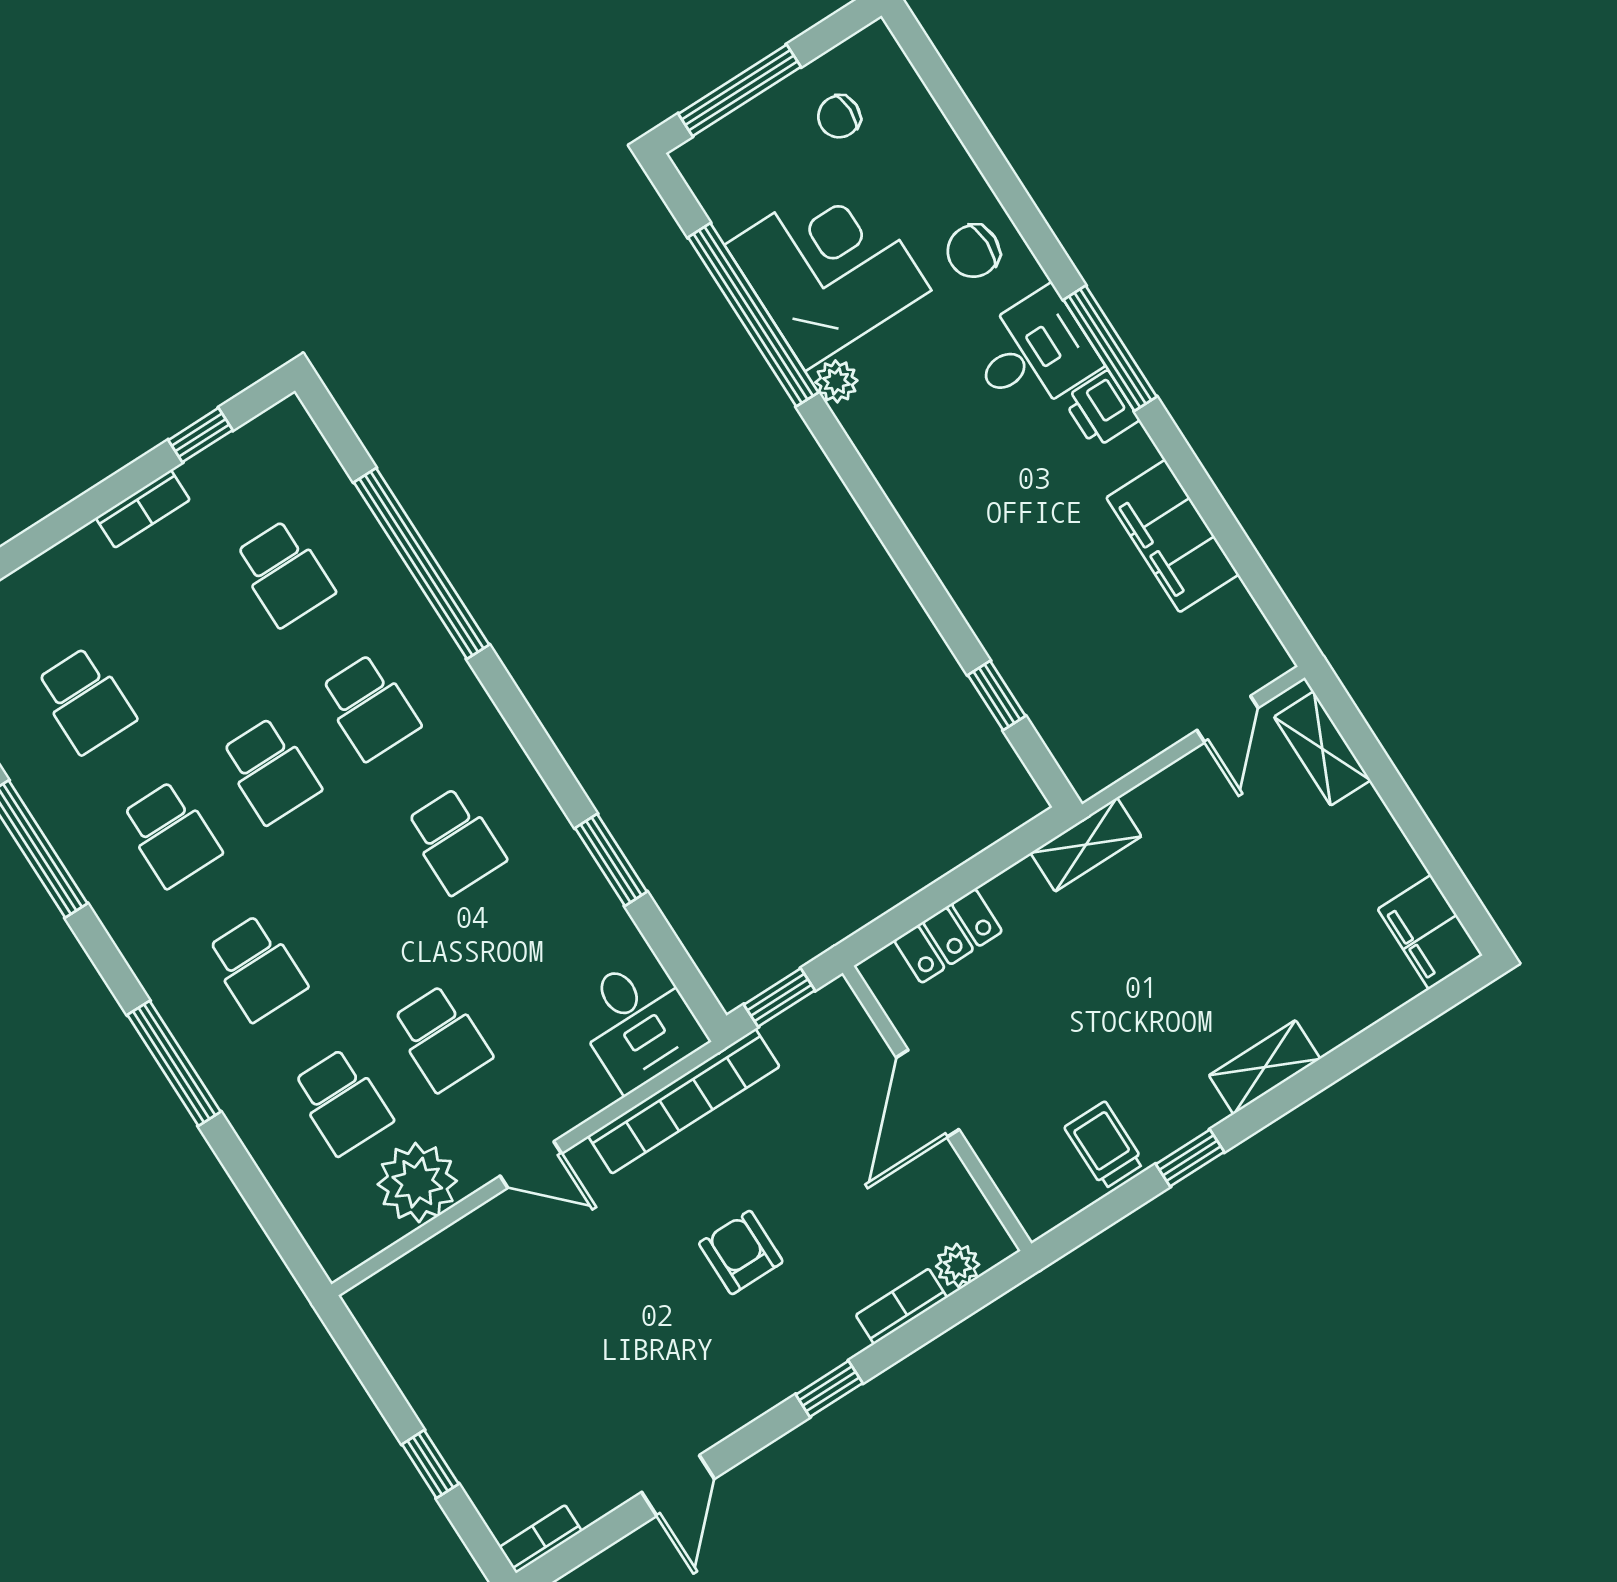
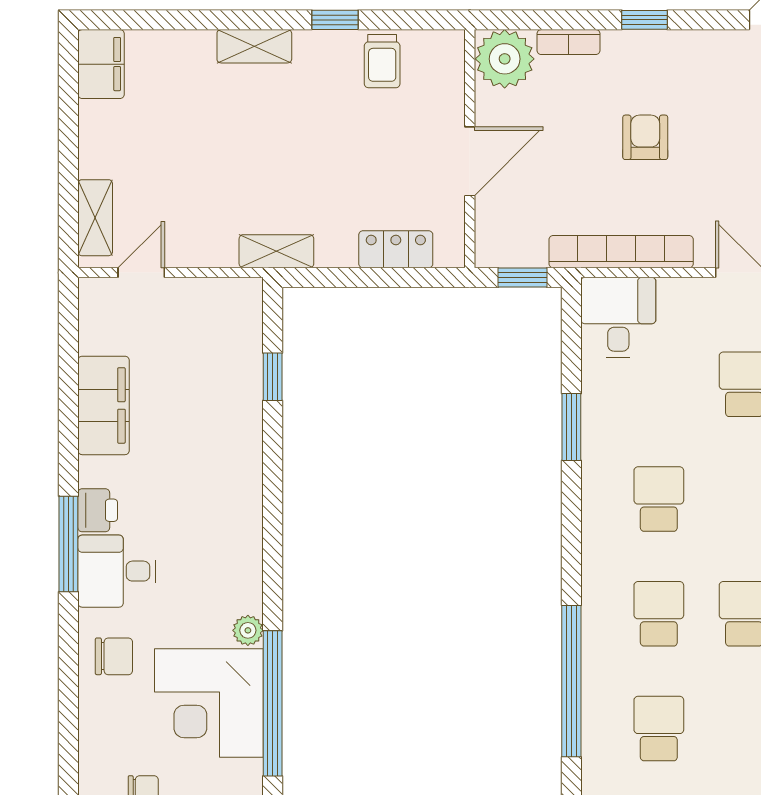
armchair: (741, 1252) -> (645, 137), turned 180
plant: (958, 1265) -> (505, 59), width x1.87, depth x1.87

